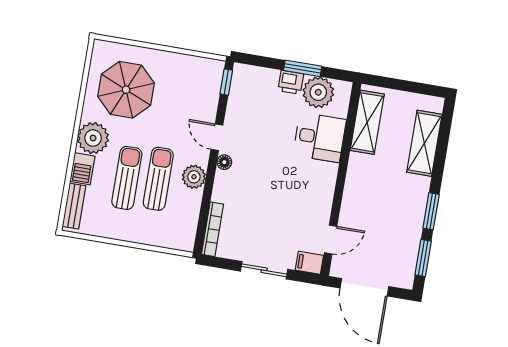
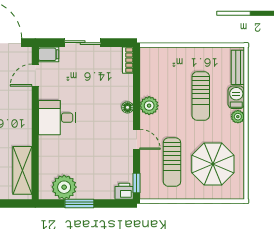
printer: (291, 82) -> (124, 191), moved
desk: (320, 137) -> (57, 118), moved
plant: (93, 138) -> (238, 117), width x0.53, depth x0.53
floor lamp: (224, 162) -> (128, 107), moved
sun lounger: (158, 179) -> (172, 162), moved
bookcase: (213, 229) -> (128, 60), width x0.64

